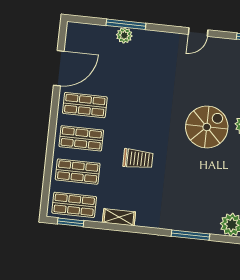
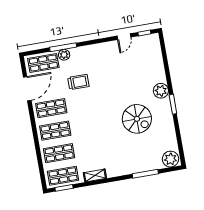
door: (198, 32) -> (124, 37), moved
shop shelf: (92, 39) -> (43, 63), added
spiral stairs: (207, 127) -> (137, 119), moved, turned 90
trolley: (138, 159) -> (78, 82), moved

